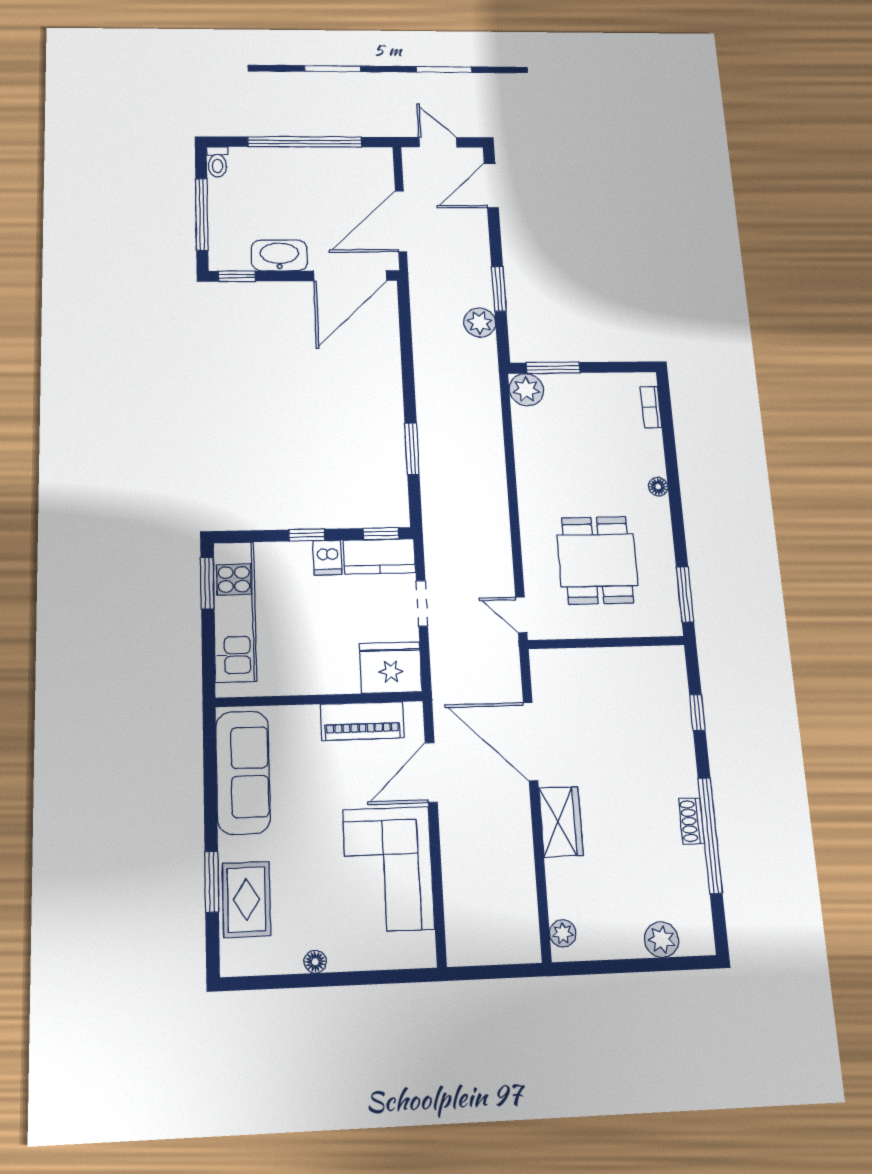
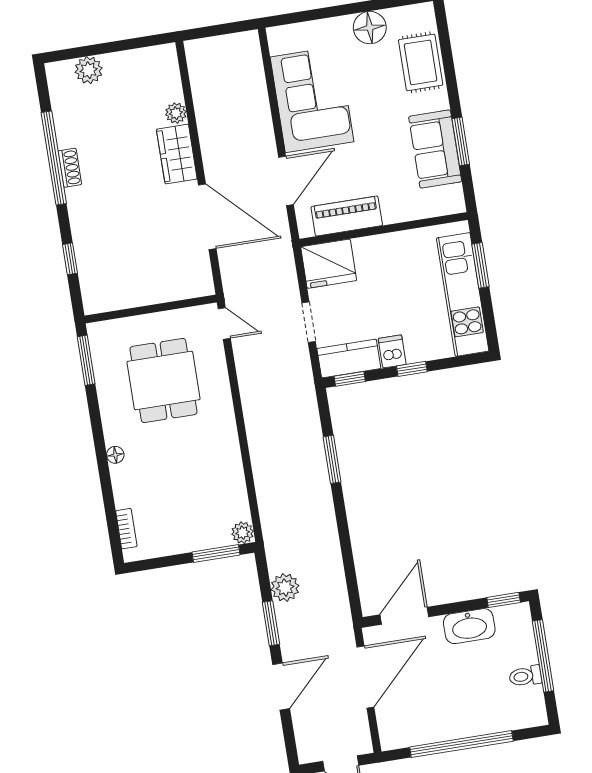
toilet: (217, 162) -> (525, 676), moved, turned -90
door: (491, 185) -> (281, 687), moved
door: (350, 276) -> (404, 616), width x0.73
plant: (526, 390) -> (243, 533), width x0.73, depth x0.73
window: (207, 583) -> (481, 265), moved
sofa: (243, 772) -> (435, 149), width x0.73
window: (212, 882) -> (461, 141), moved
plant: (563, 933) -> (176, 113), moved
floor lamp: (315, 962) -> (370, 28), width x1.89, depth x1.89

